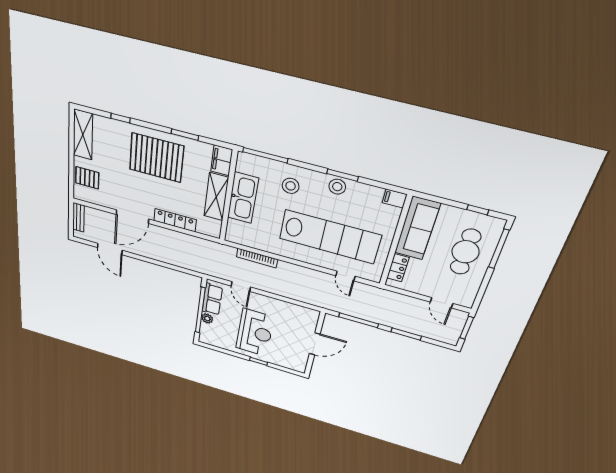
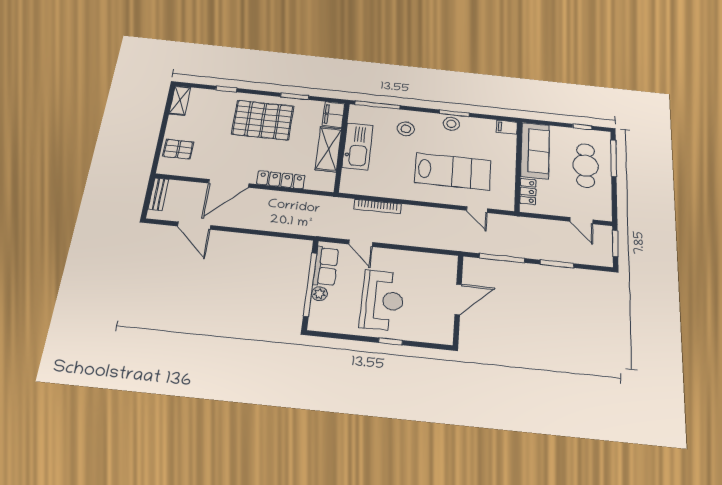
shelving: (83, 135) -> (180, 100), width x0.67, depth x0.75
lab bench: (330, 237) -> (453, 172), width x0.73

